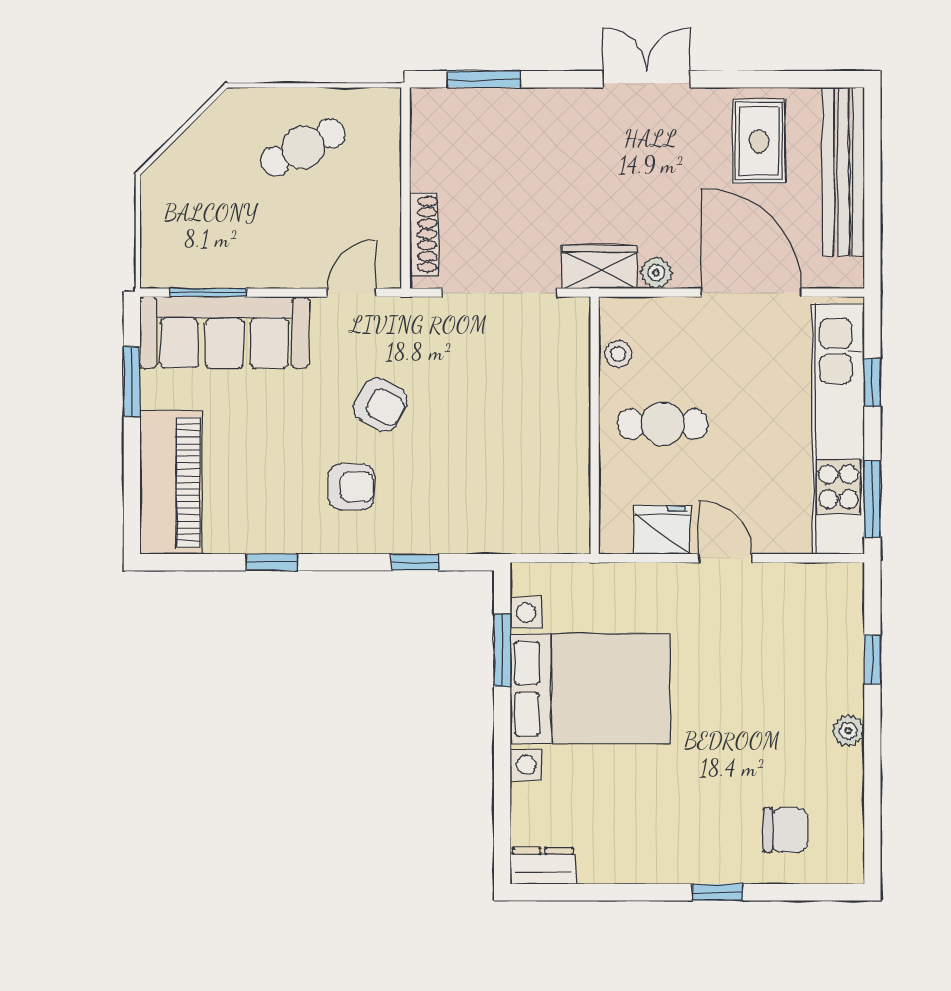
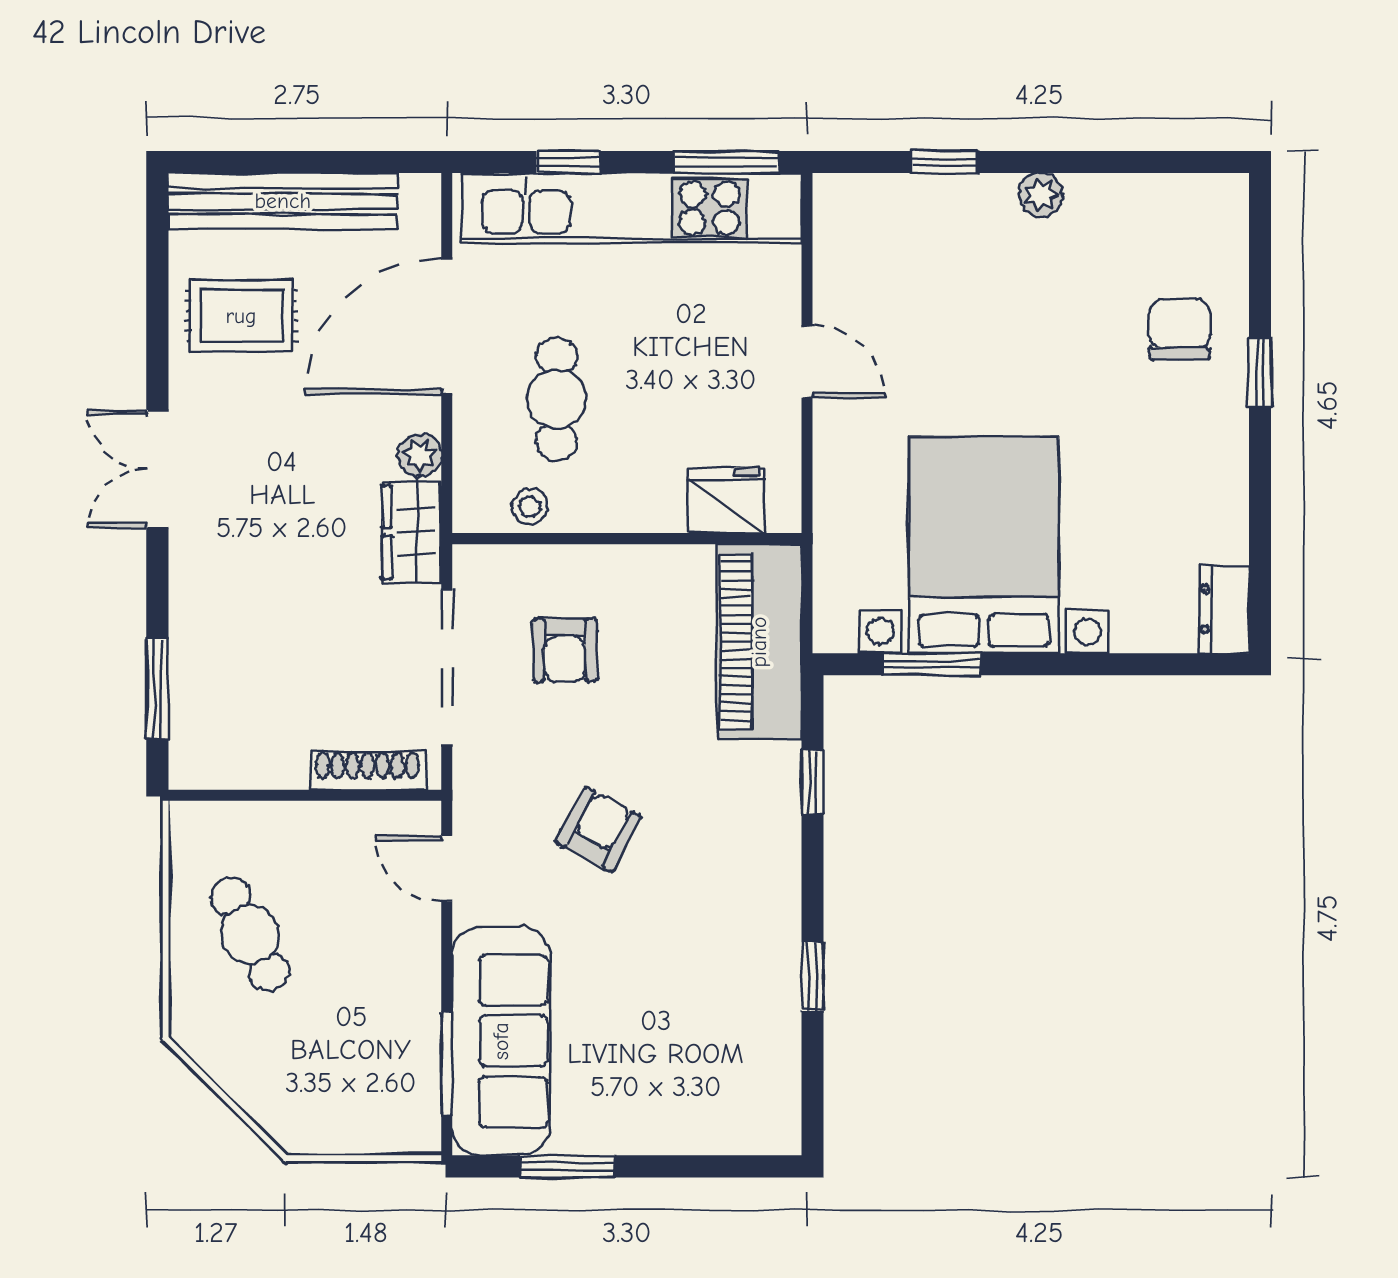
cafe table: (663, 424) -> (557, 399), moved
piano: (171, 482) -> (759, 642), moved, turned -90
armchair: (351, 487) -> (565, 650), moved, turned 180
fridge: (662, 530) -> (726, 500), moved, turned 90
door: (725, 558) -> (807, 362), swing flipped
chair: (786, 830) -> (1180, 329), moved

